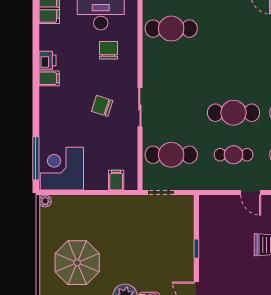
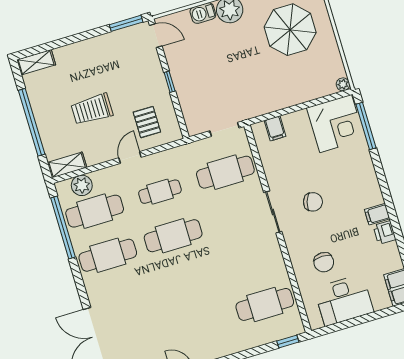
door: (251, 193) -> (130, 157), hinge flipped
pallet: (227, 219) -> (147, 122), added

